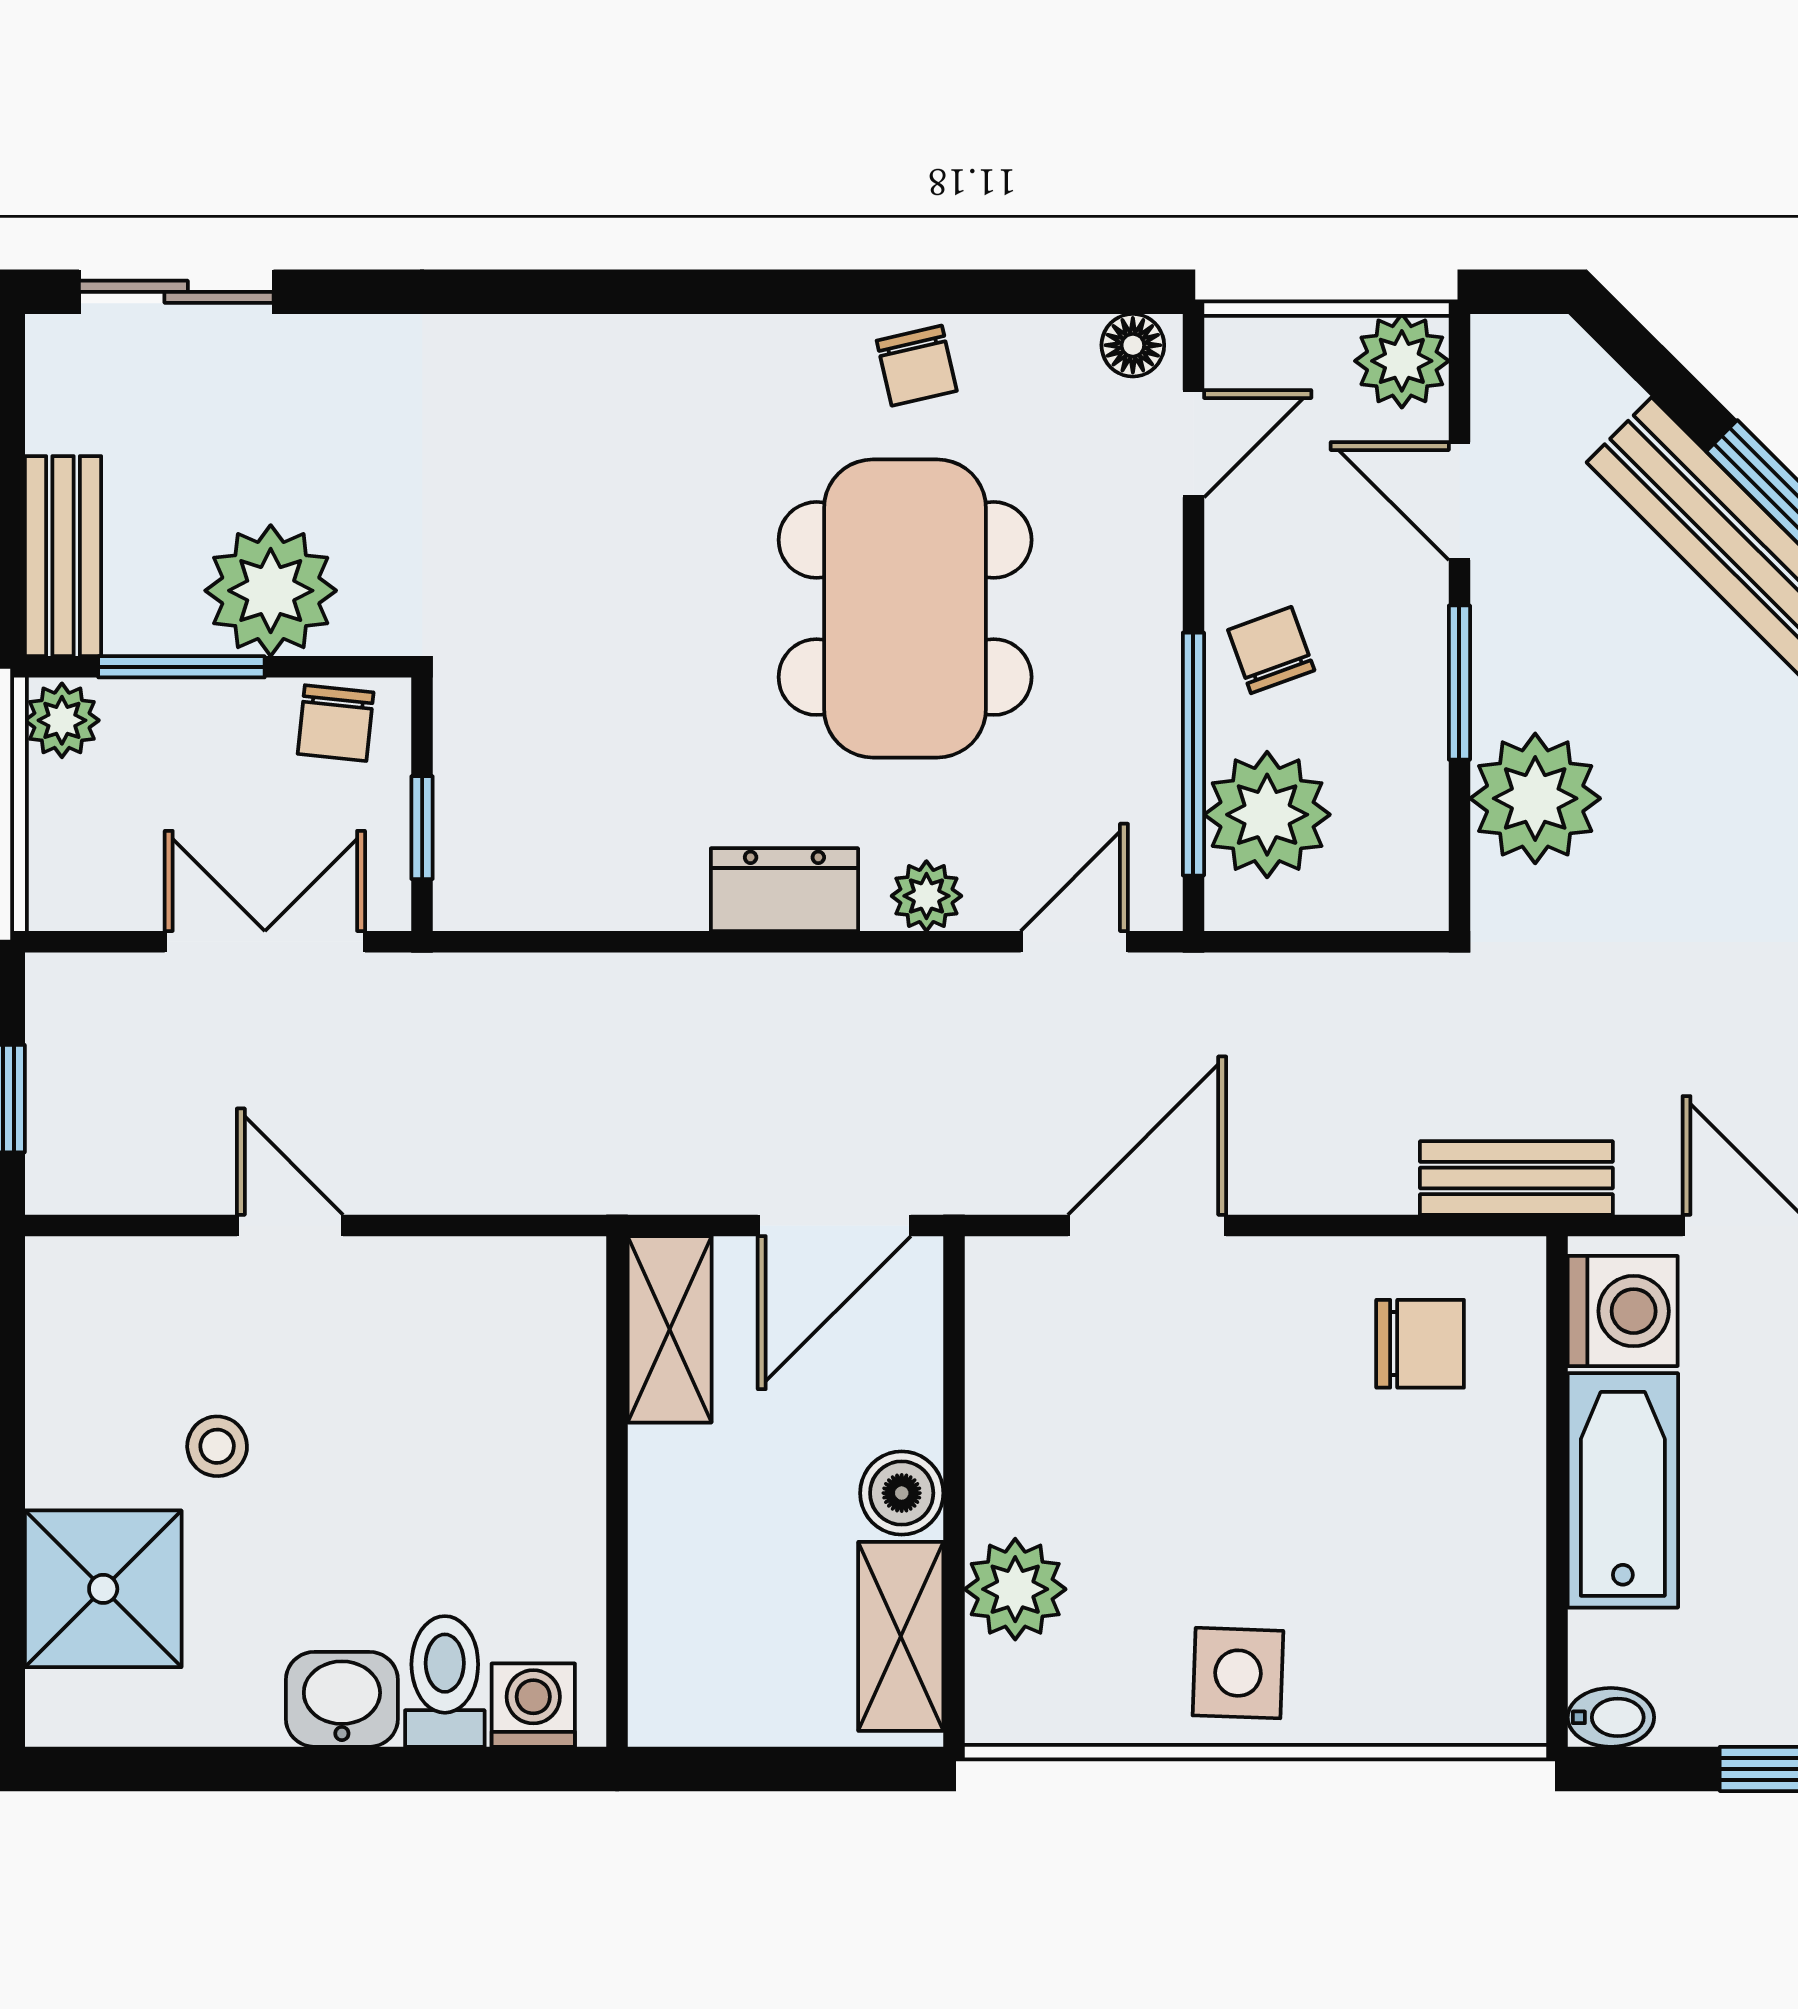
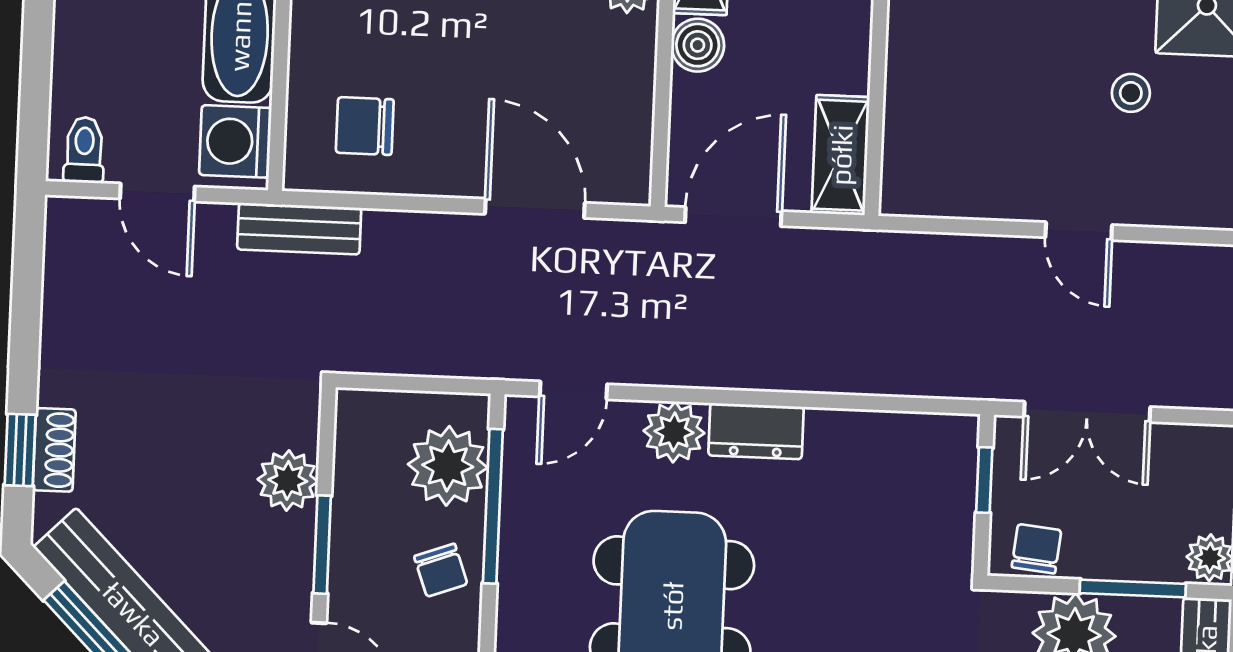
plant: (1535, 798) -> (288, 480), width x0.73, depth x0.73
plant: (926, 896) -> (674, 432), width x1.38, depth x1.38
door: (1147, 1225) -> (535, 208), swing flipped

